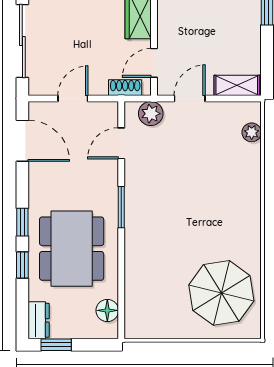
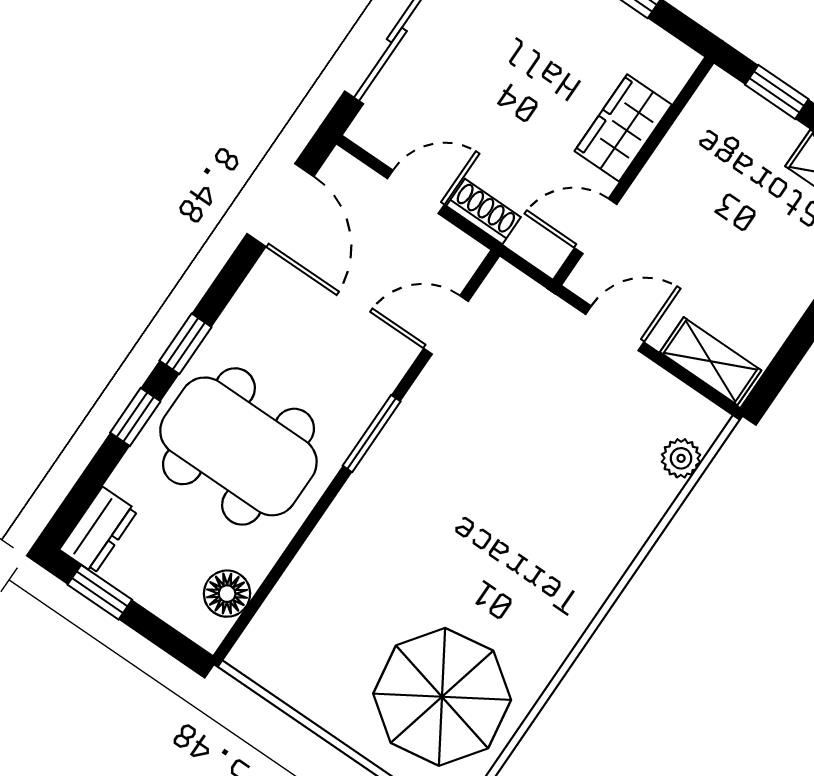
shoe rack: (125, 88) -> (484, 211), moved
plant: (151, 114) -> (531, 308), removed
dining table: (72, 249) -> (238, 446), turned 90

